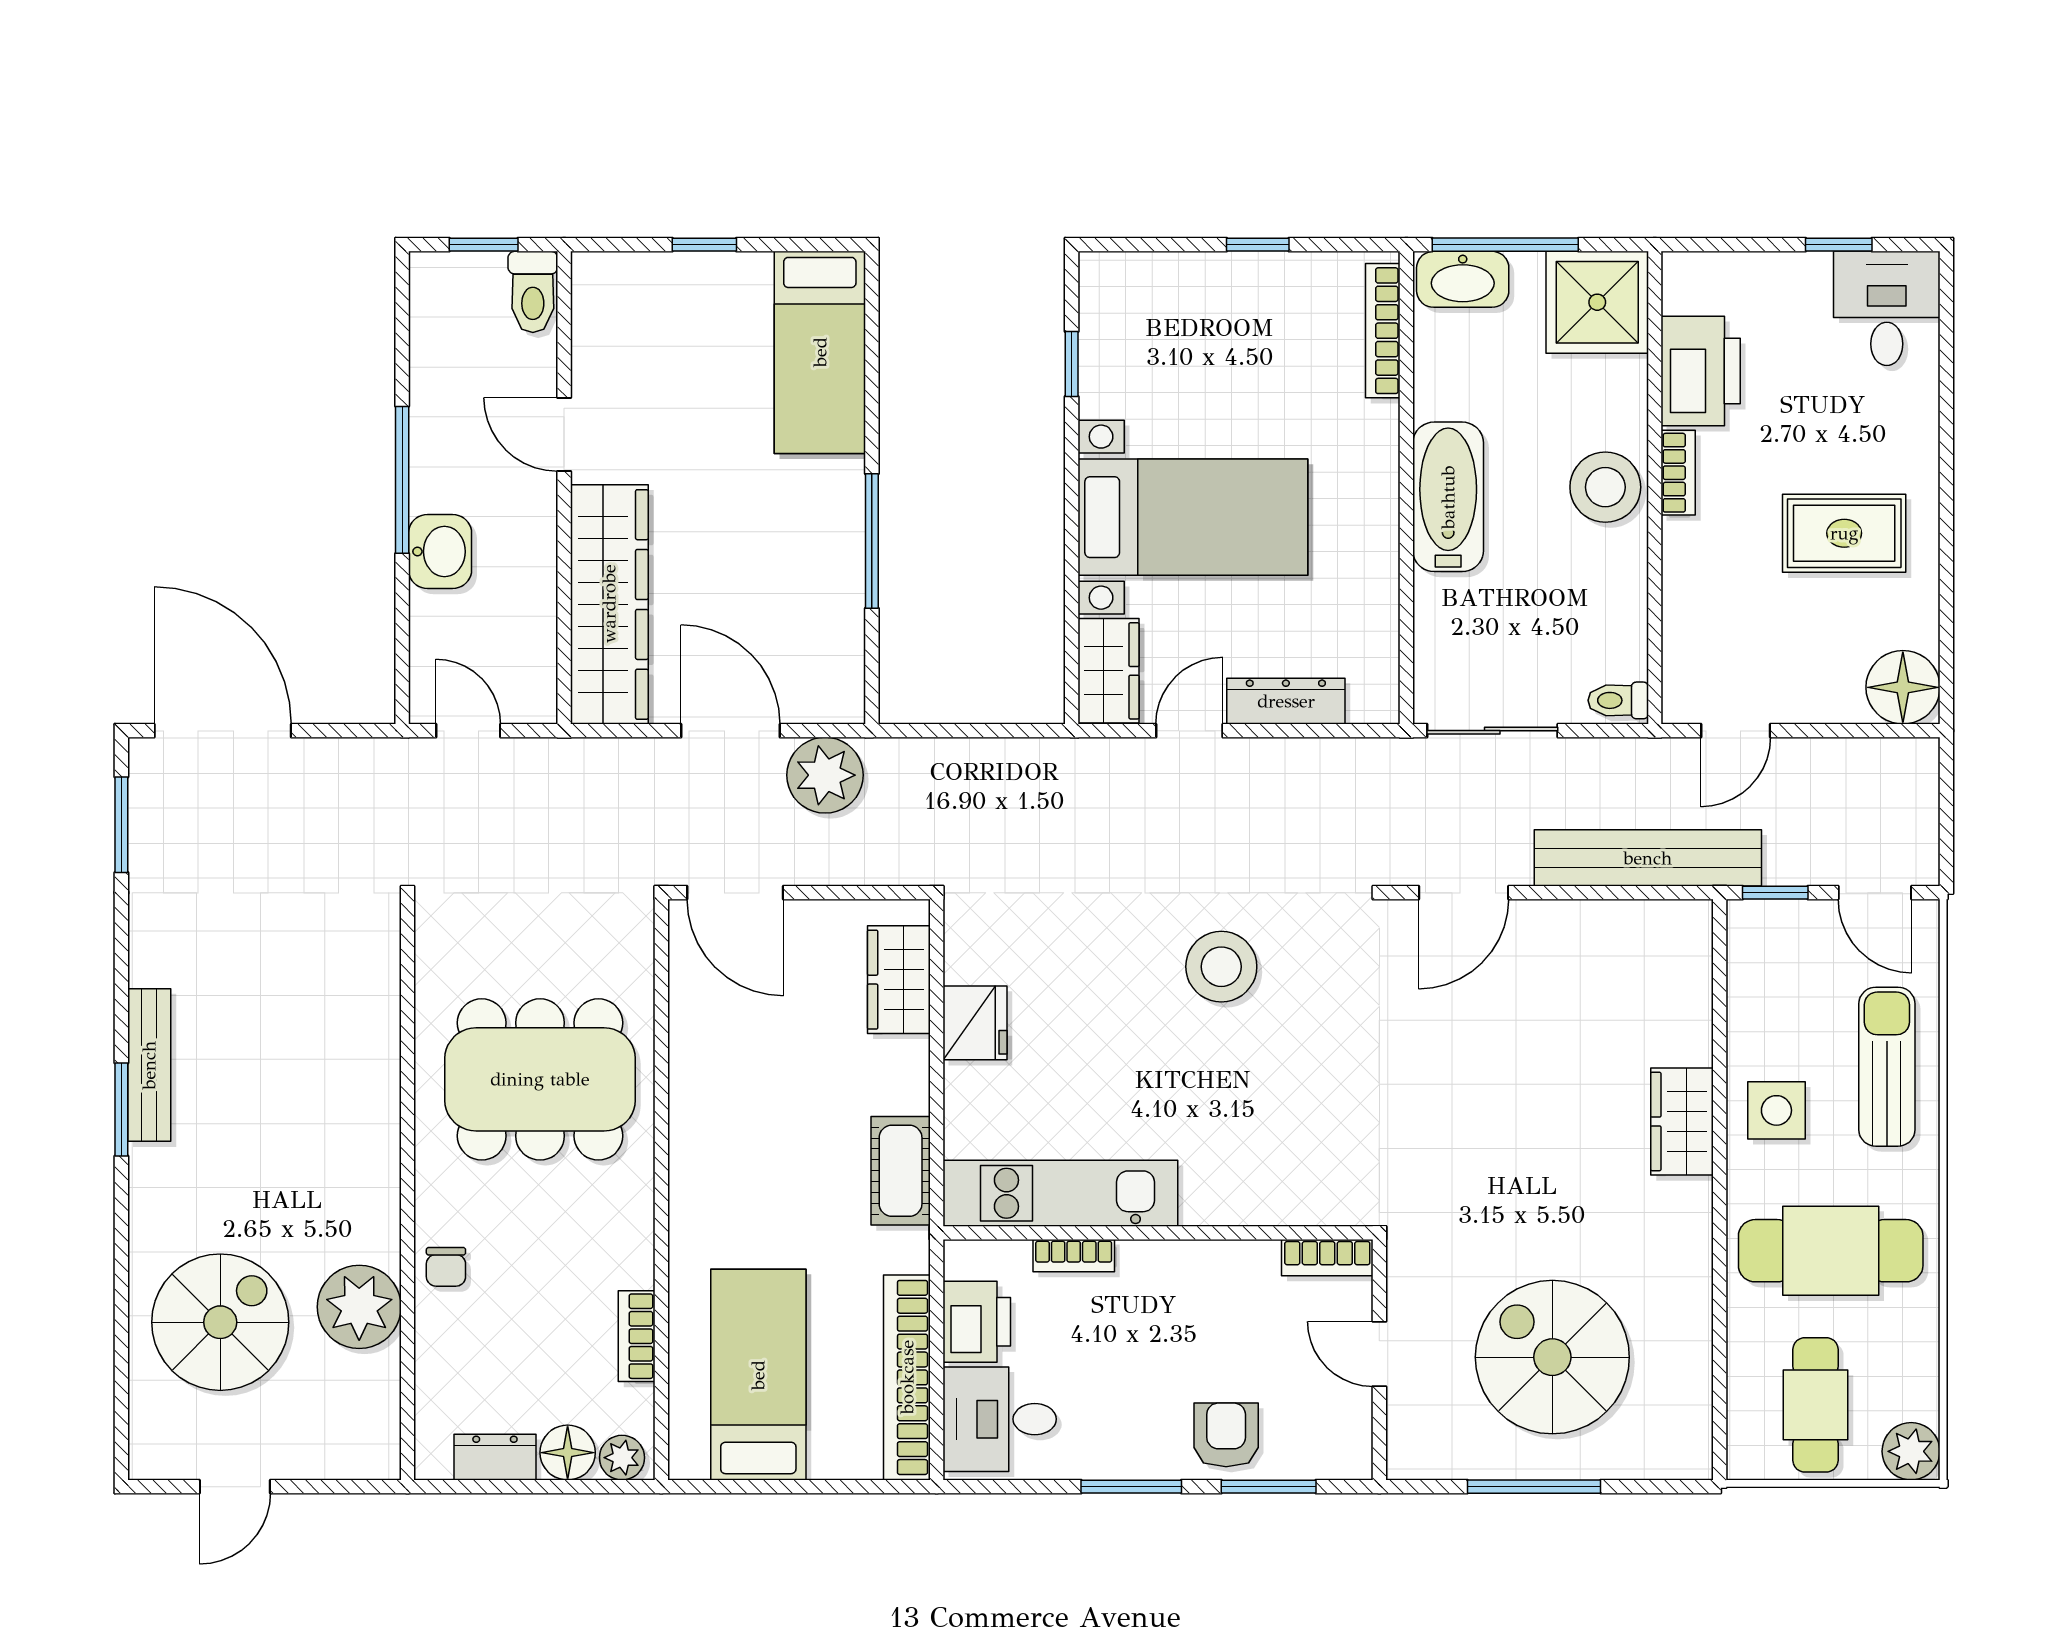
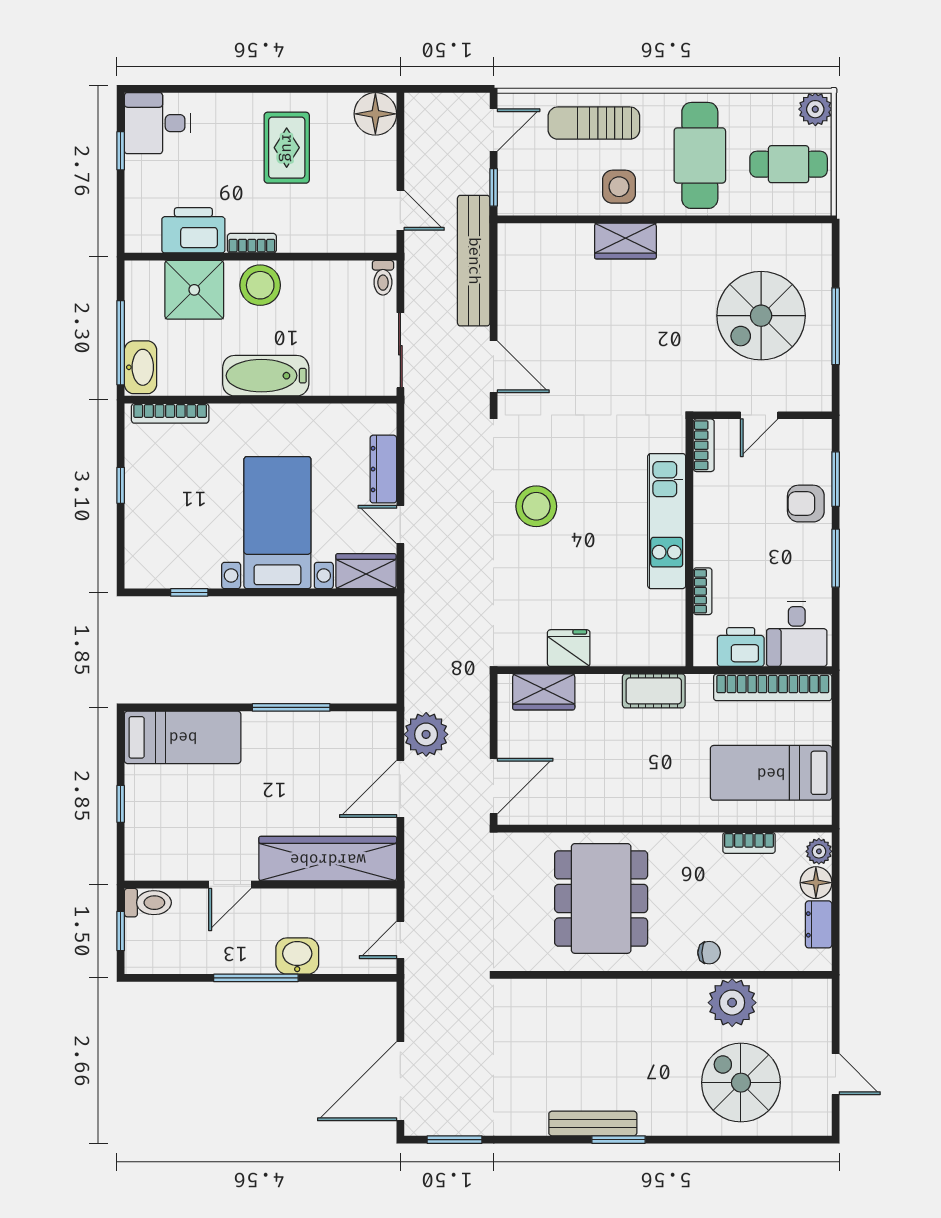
shower: (1597, 302) -> (194, 290), moved
kitchen unit: (1060, 1193) -> (667, 521), moved

